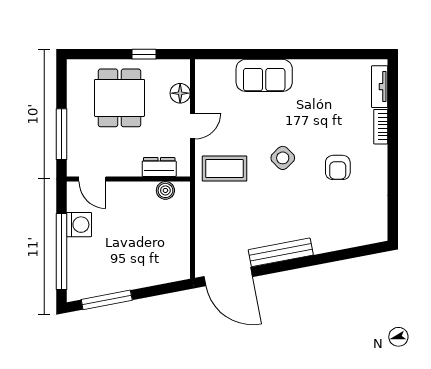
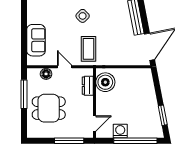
window: (144, 54) -> (24, 94), width x2.17
sofa: (264, 75) -> (36, 40), moved
boiler: (165, 190) -> (105, 82), width x1.86, depth x1.86
window: (107, 300) -> (163, 115), width x0.69

